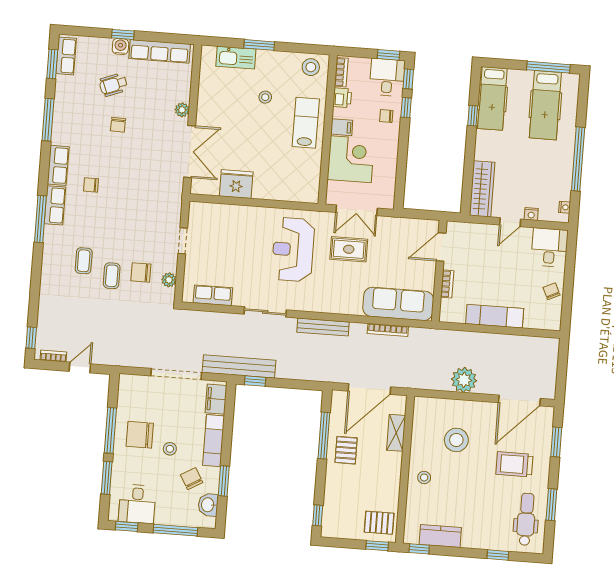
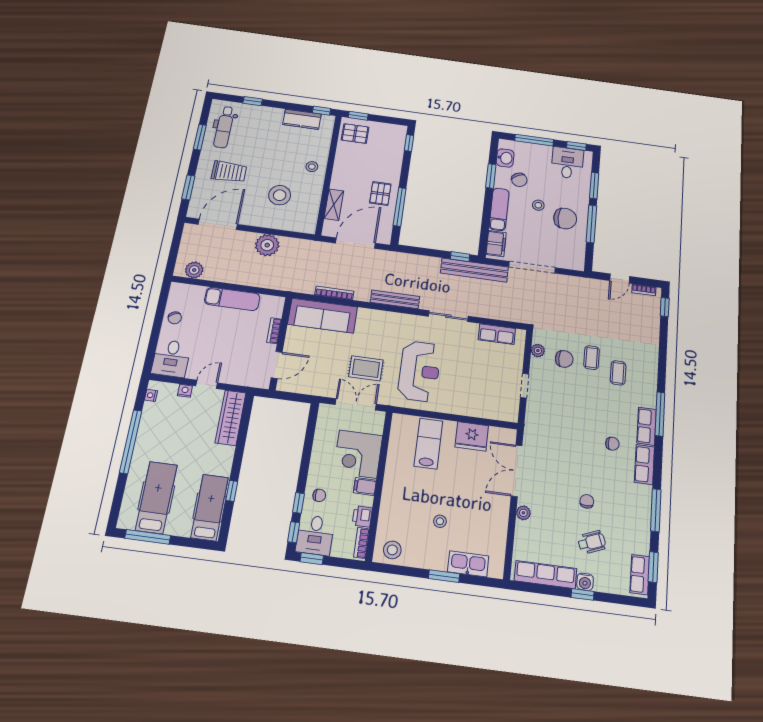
lab bench: (306, 123) -> (428, 444), moved, turned 180
plant: (538, 346) -> (194, 270), added

